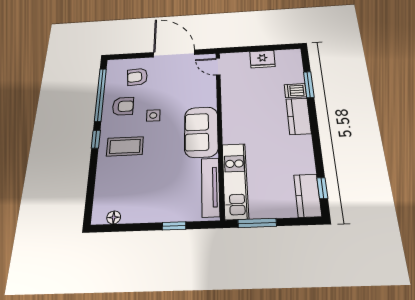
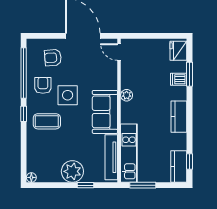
fridge: (262, 59) -> (178, 51), moved, turned 90
armchair: (123, 106) -> (43, 85), turned -90
plant: (229, 112) -> (127, 95), added
side table: (153, 115) -> (68, 95), width x1.87, depth x1.87
kitchen counter: (299, 116) -> (179, 117), moved
plant: (156, 208) -> (72, 171), added
floor lamp: (114, 217) -> (31, 177), moved

